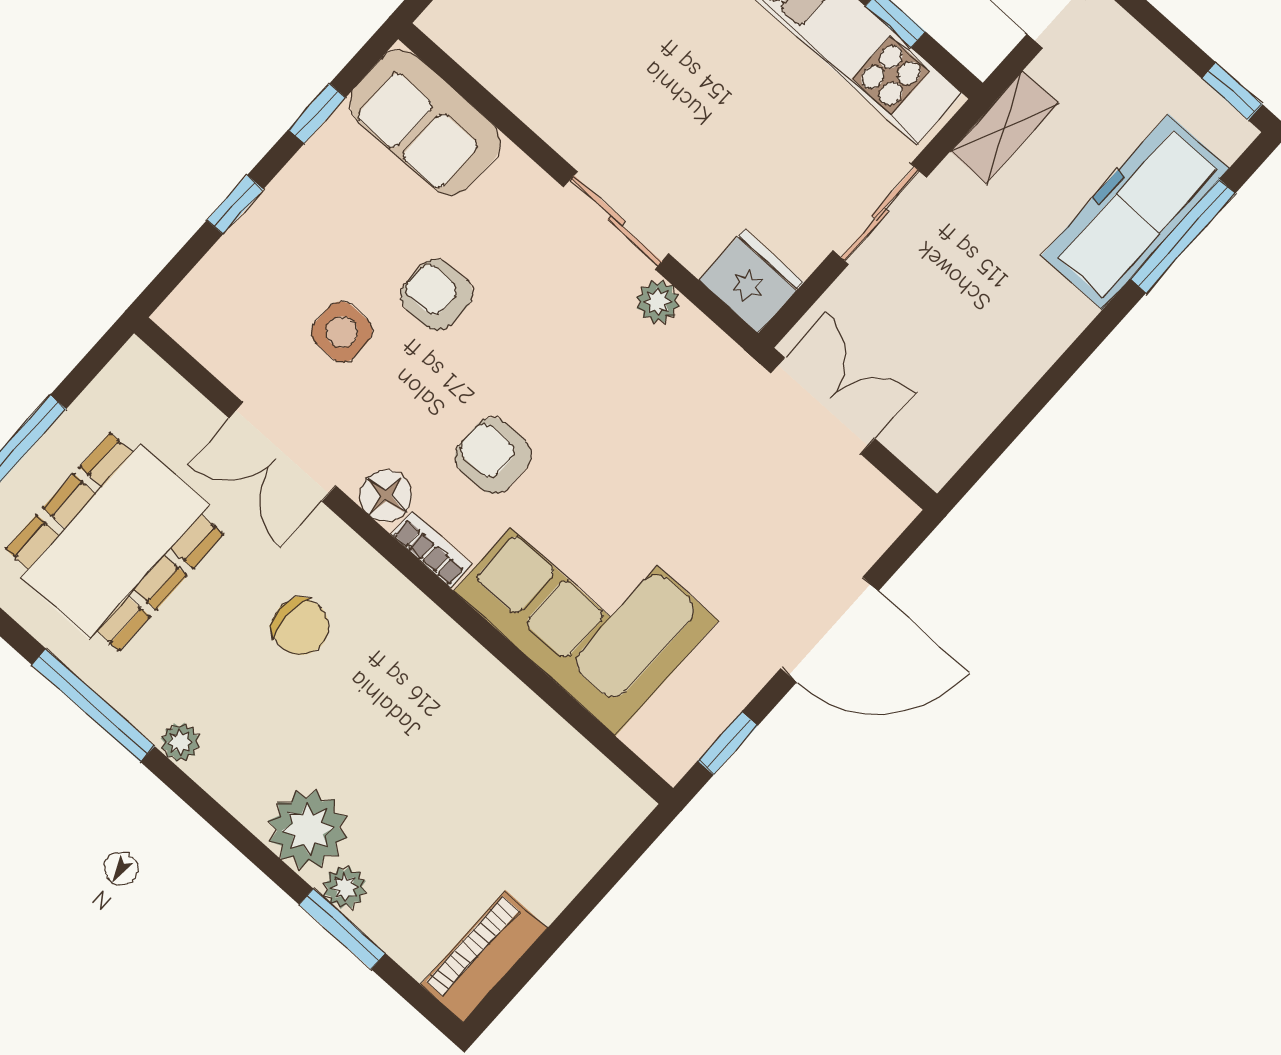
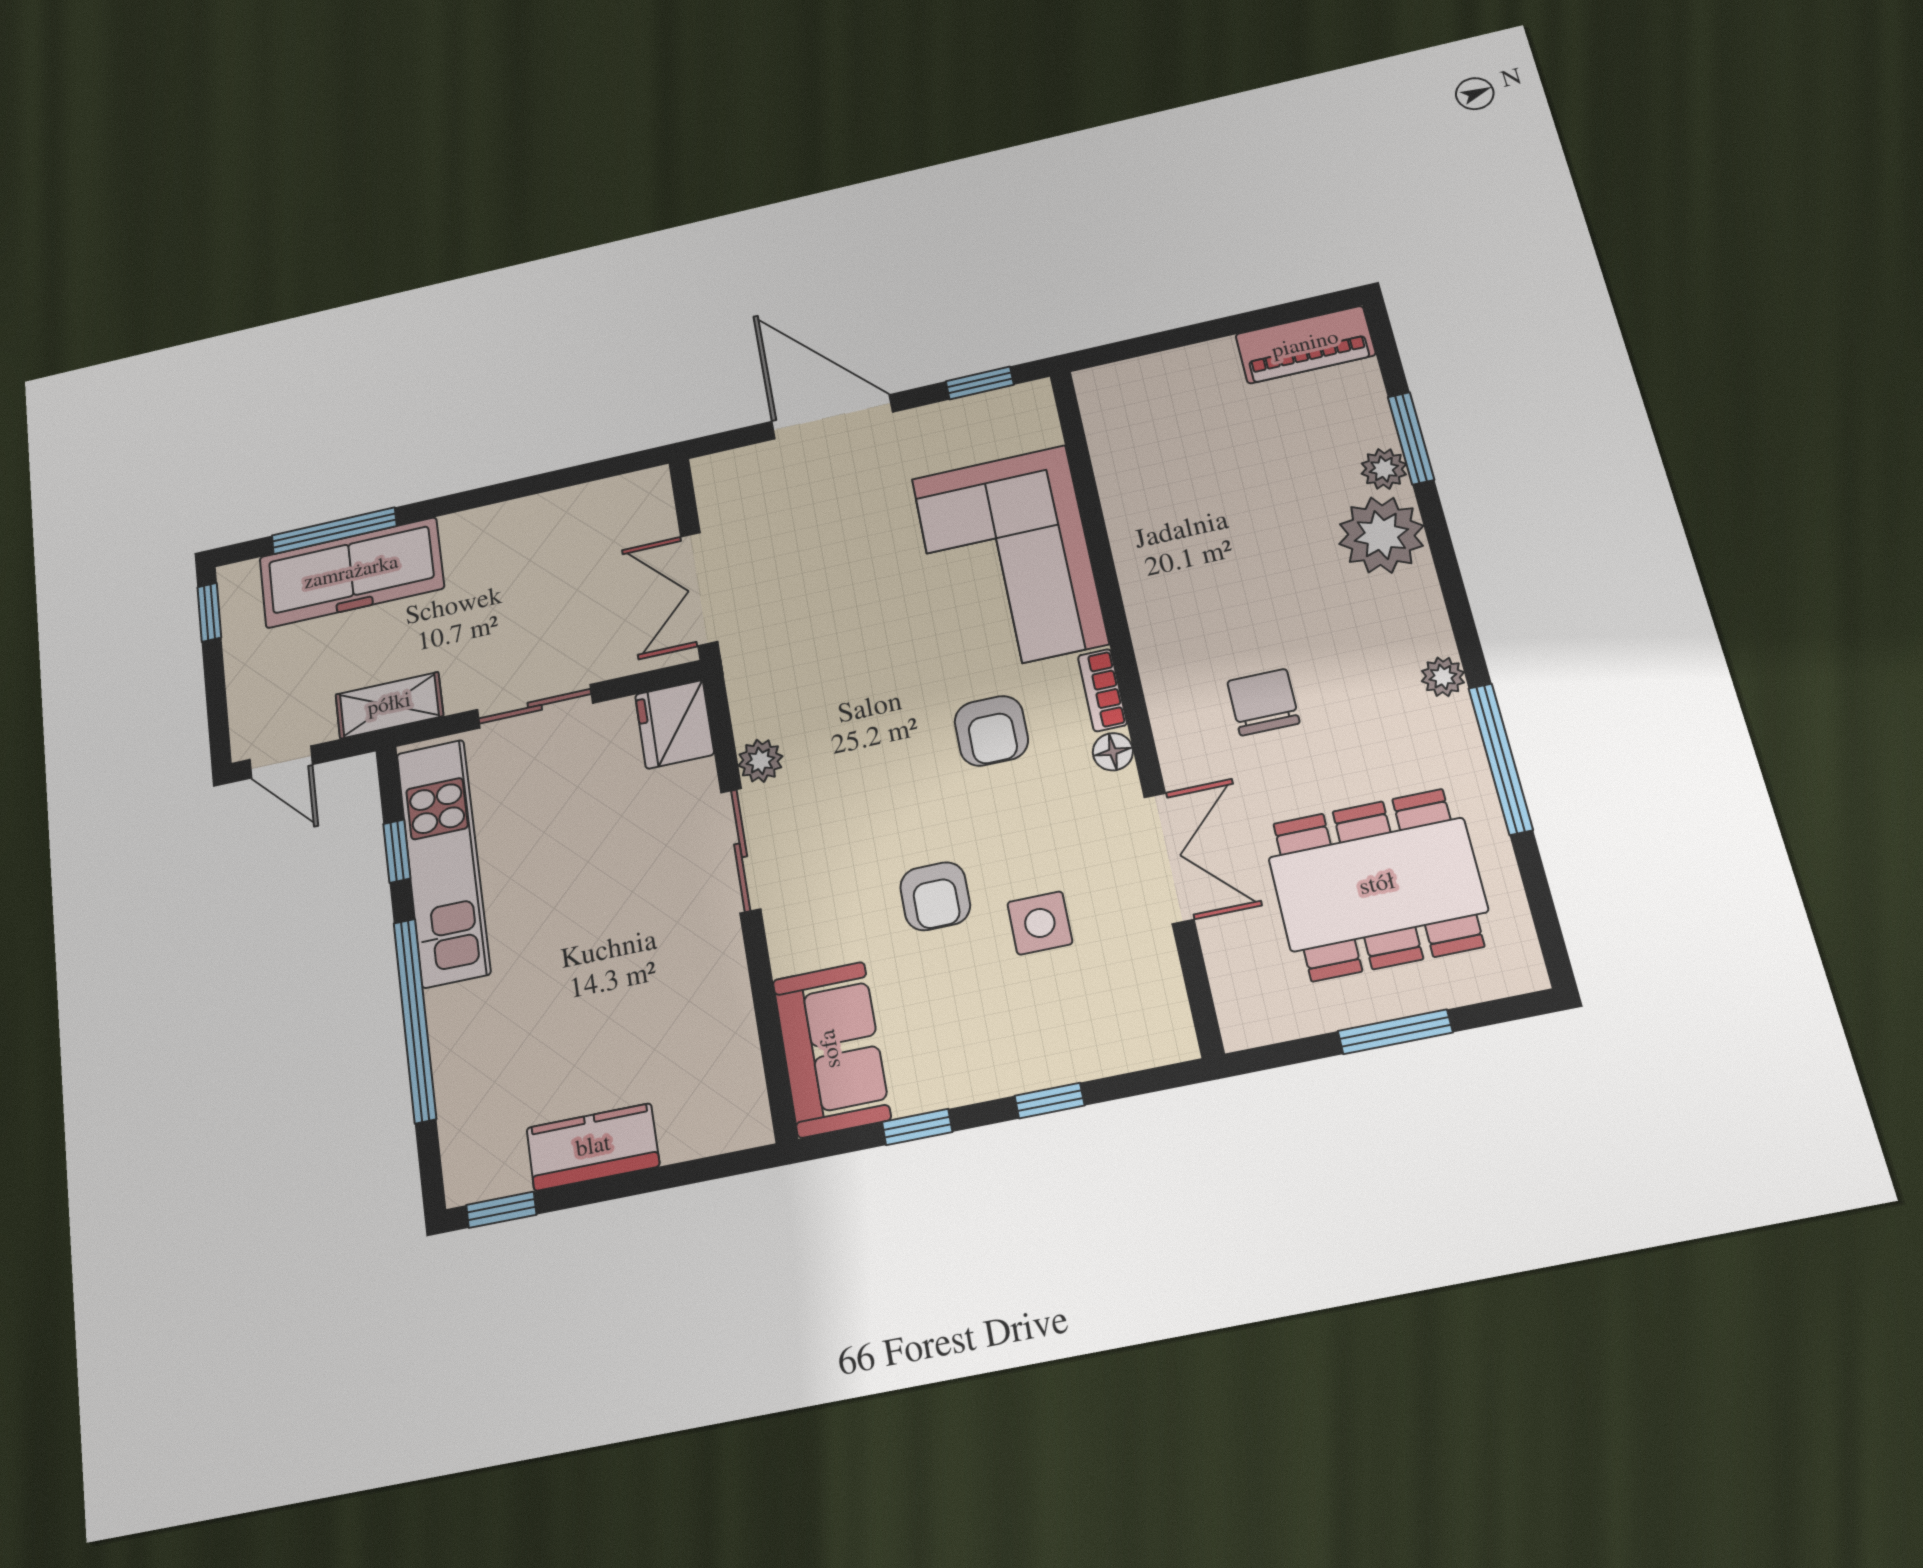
floor lamp: (386, 496) -> (1113, 752), width x0.73, depth x0.73

